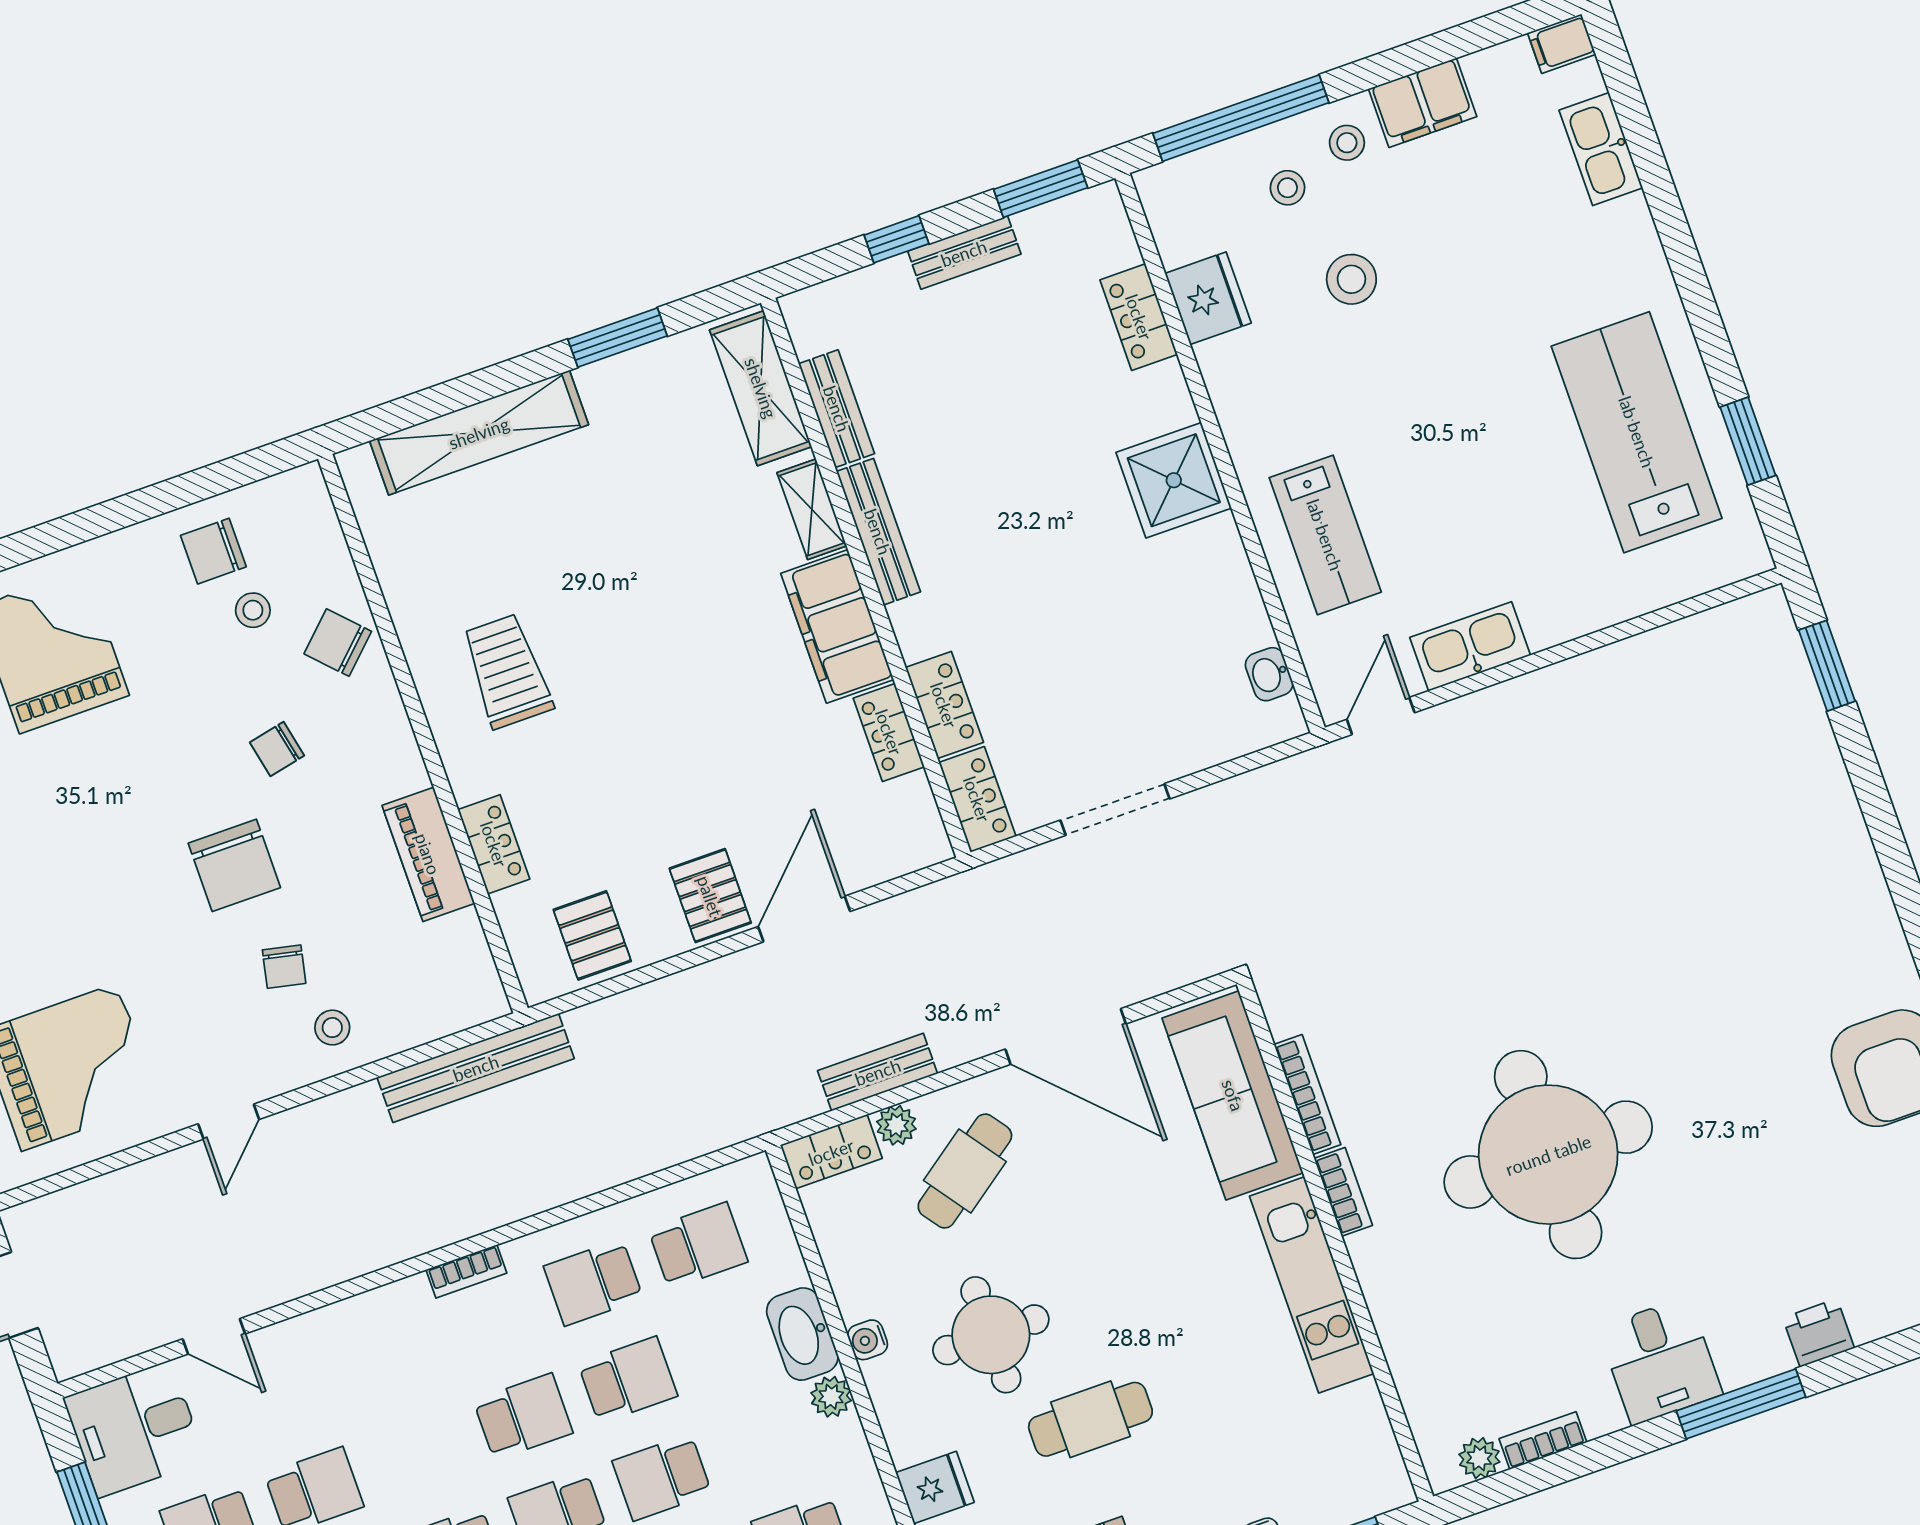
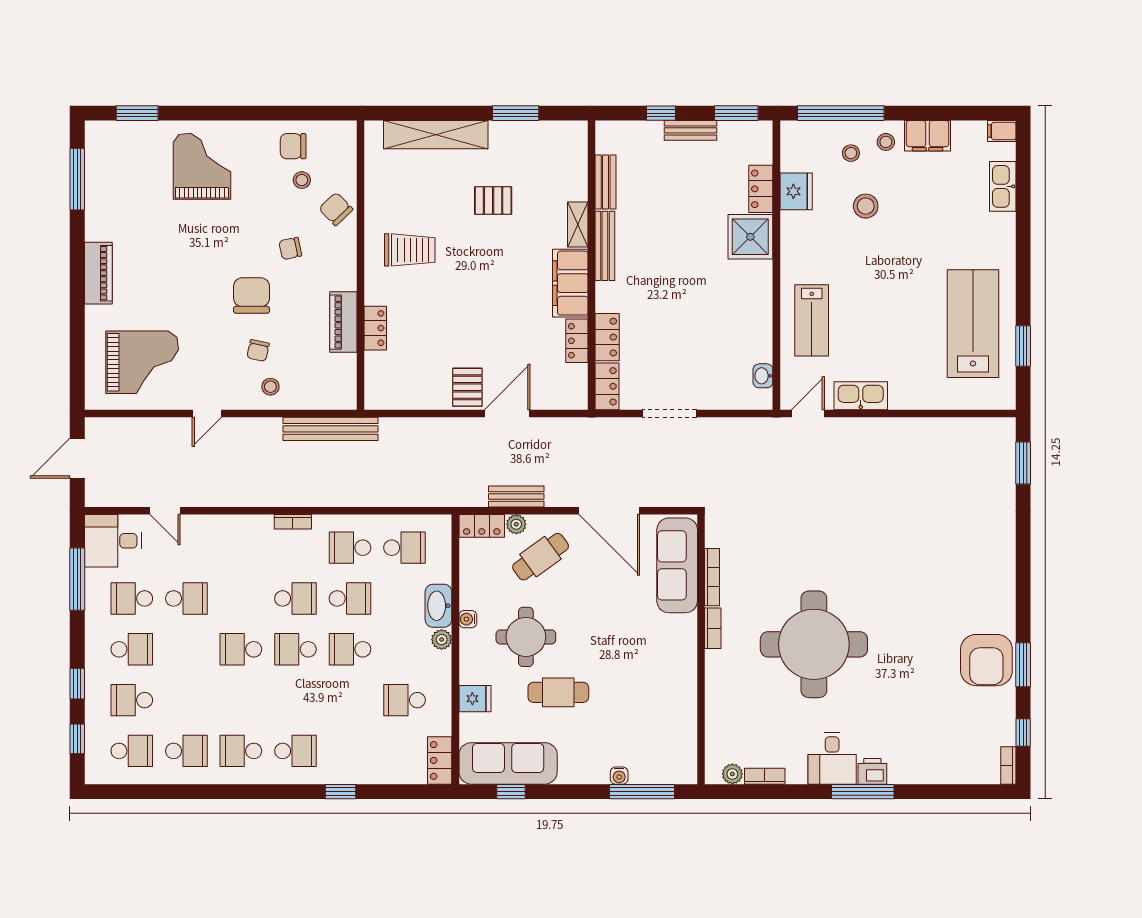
shelving: (761, 388) -> (574, 160), removed
shower: (1174, 480) -> (750, 237), moved
trolley: (507, 671) -> (410, 250), turned 90
chair: (234, 865) -> (252, 295), turned 180
pallet: (592, 935) -> (493, 200), moved, turned 90
kitchen unit: (1312, 1285) -> (683, 666), removed
printer: (1819, 1333) -> (872, 771), moved

